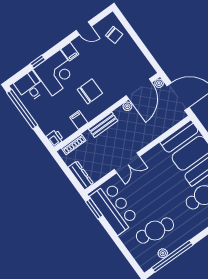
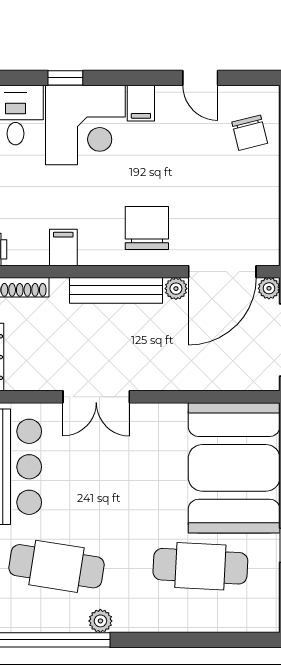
chair: (90, 91) -> (147, 228), moved, turned -90
bench: (103, 125) -> (116, 290), width x1.36
plant: (163, 253) -> (100, 621), moved

